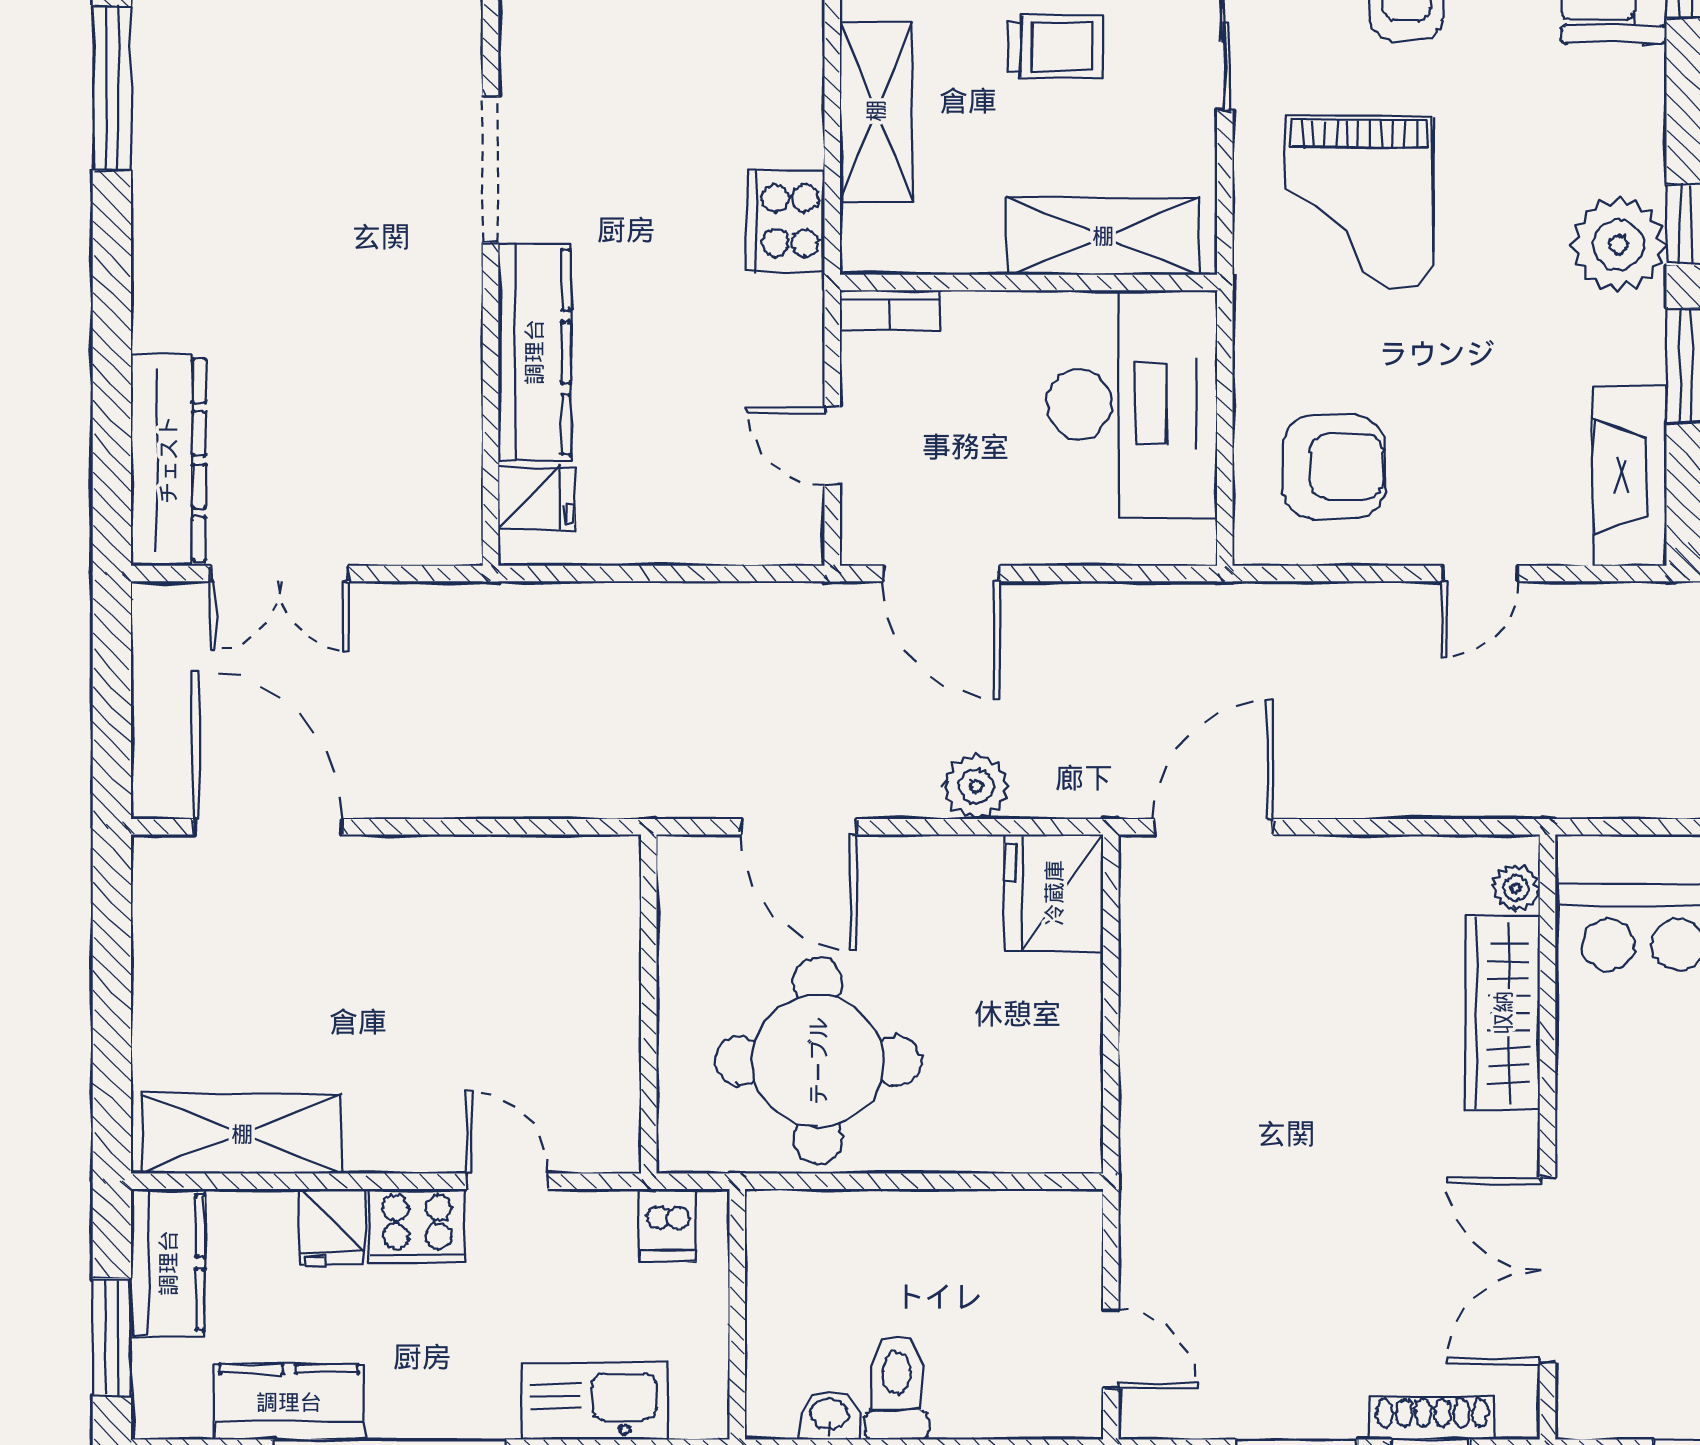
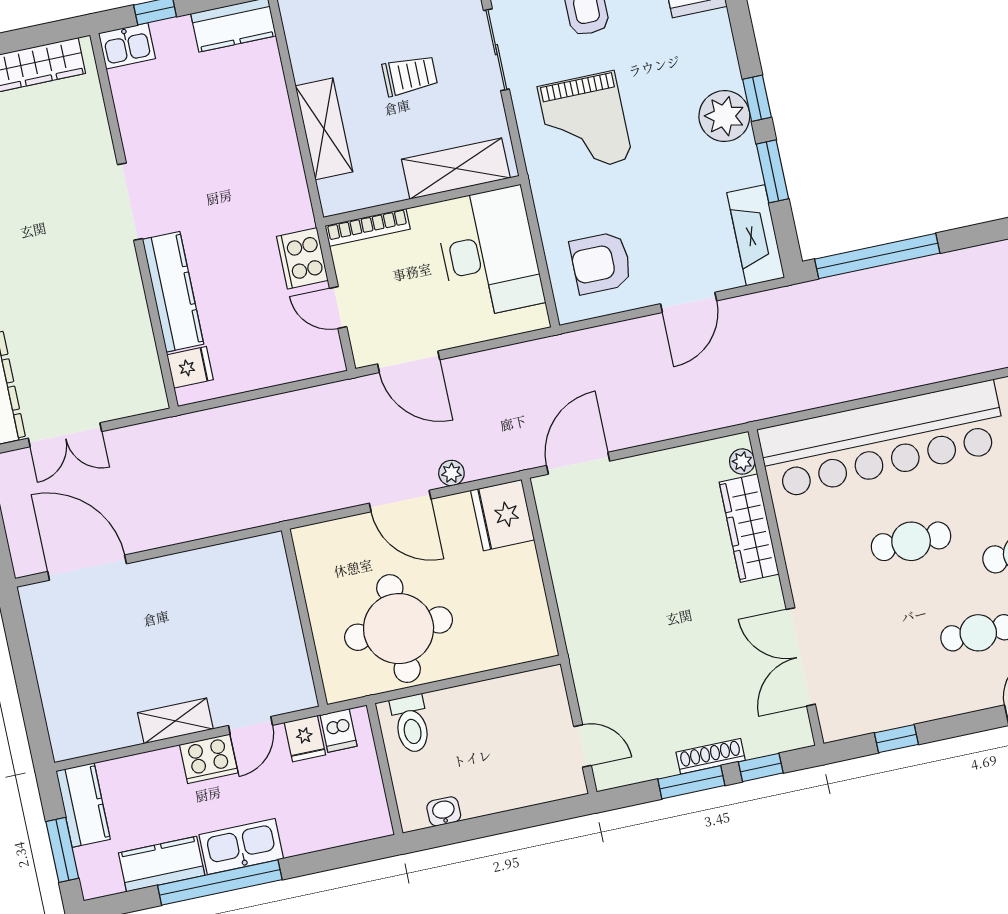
cooker: (785, 221) -> (302, 258), moved
bookcase: (890, 310) -> (368, 227), width x1.56
armchair: (1334, 467) -> (601, 263), turned 180
door: (1480, 574) -> (689, 302), width x1.38
plant: (976, 786) -> (451, 473), width x0.73, depth x0.73
door: (799, 827) -> (400, 501), moved
shelving: (242, 1134) -> (175, 721), moved, width x0.67, depth x0.75
door: (507, 1181) -> (250, 725), swing flipped
fridge: (332, 1227) -> (305, 739), moved
toilet: (896, 1387) -> (411, 724), moved, turned 180
kitchen sink: (595, 1401) -> (241, 847), moved
shoe rack: (1433, 1418) -> (711, 756), moved

